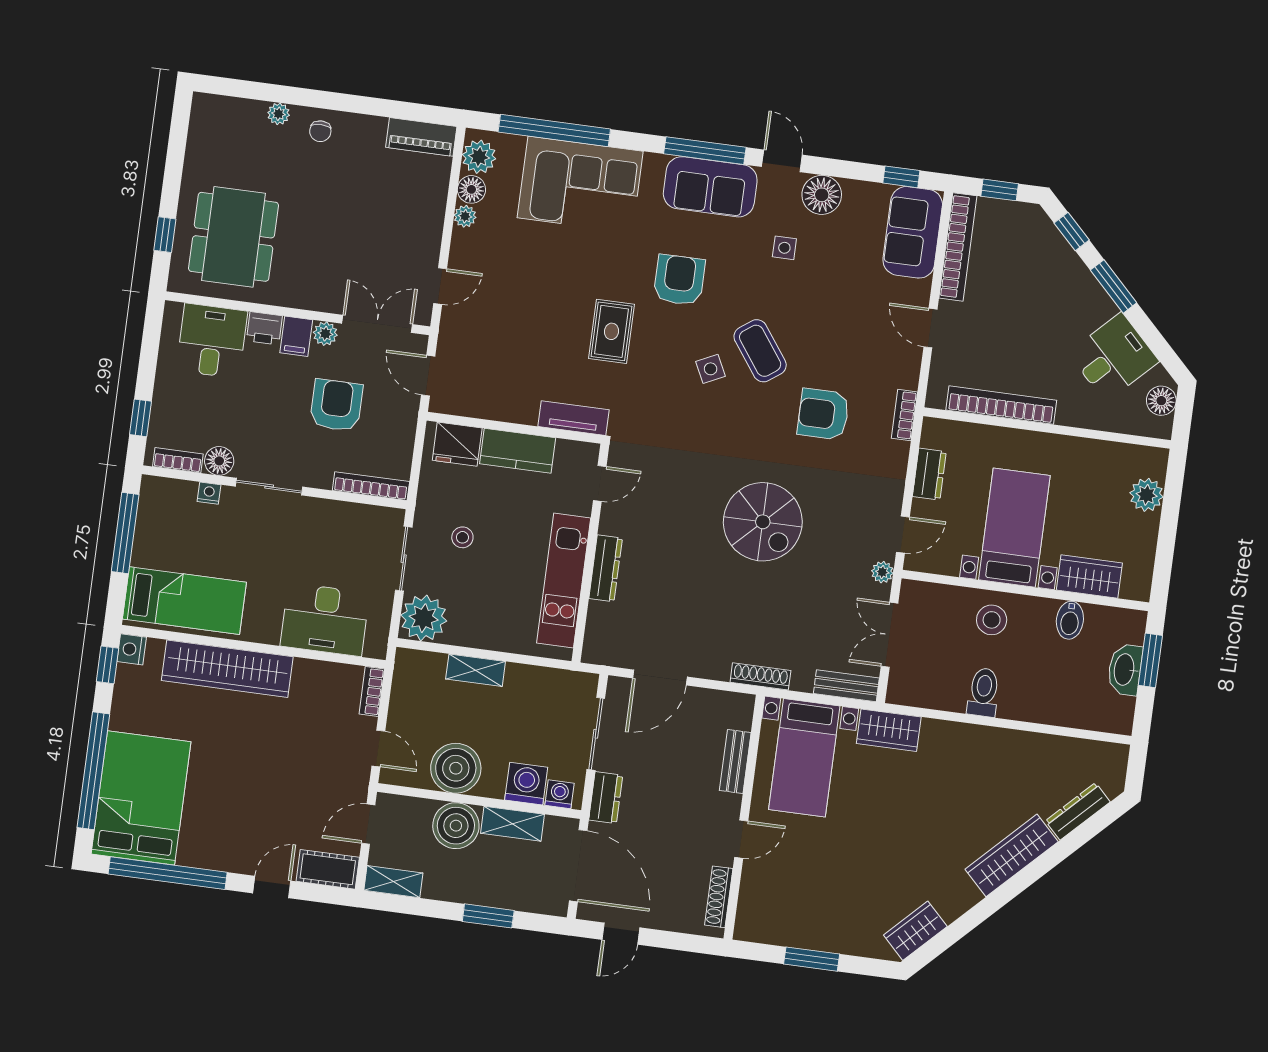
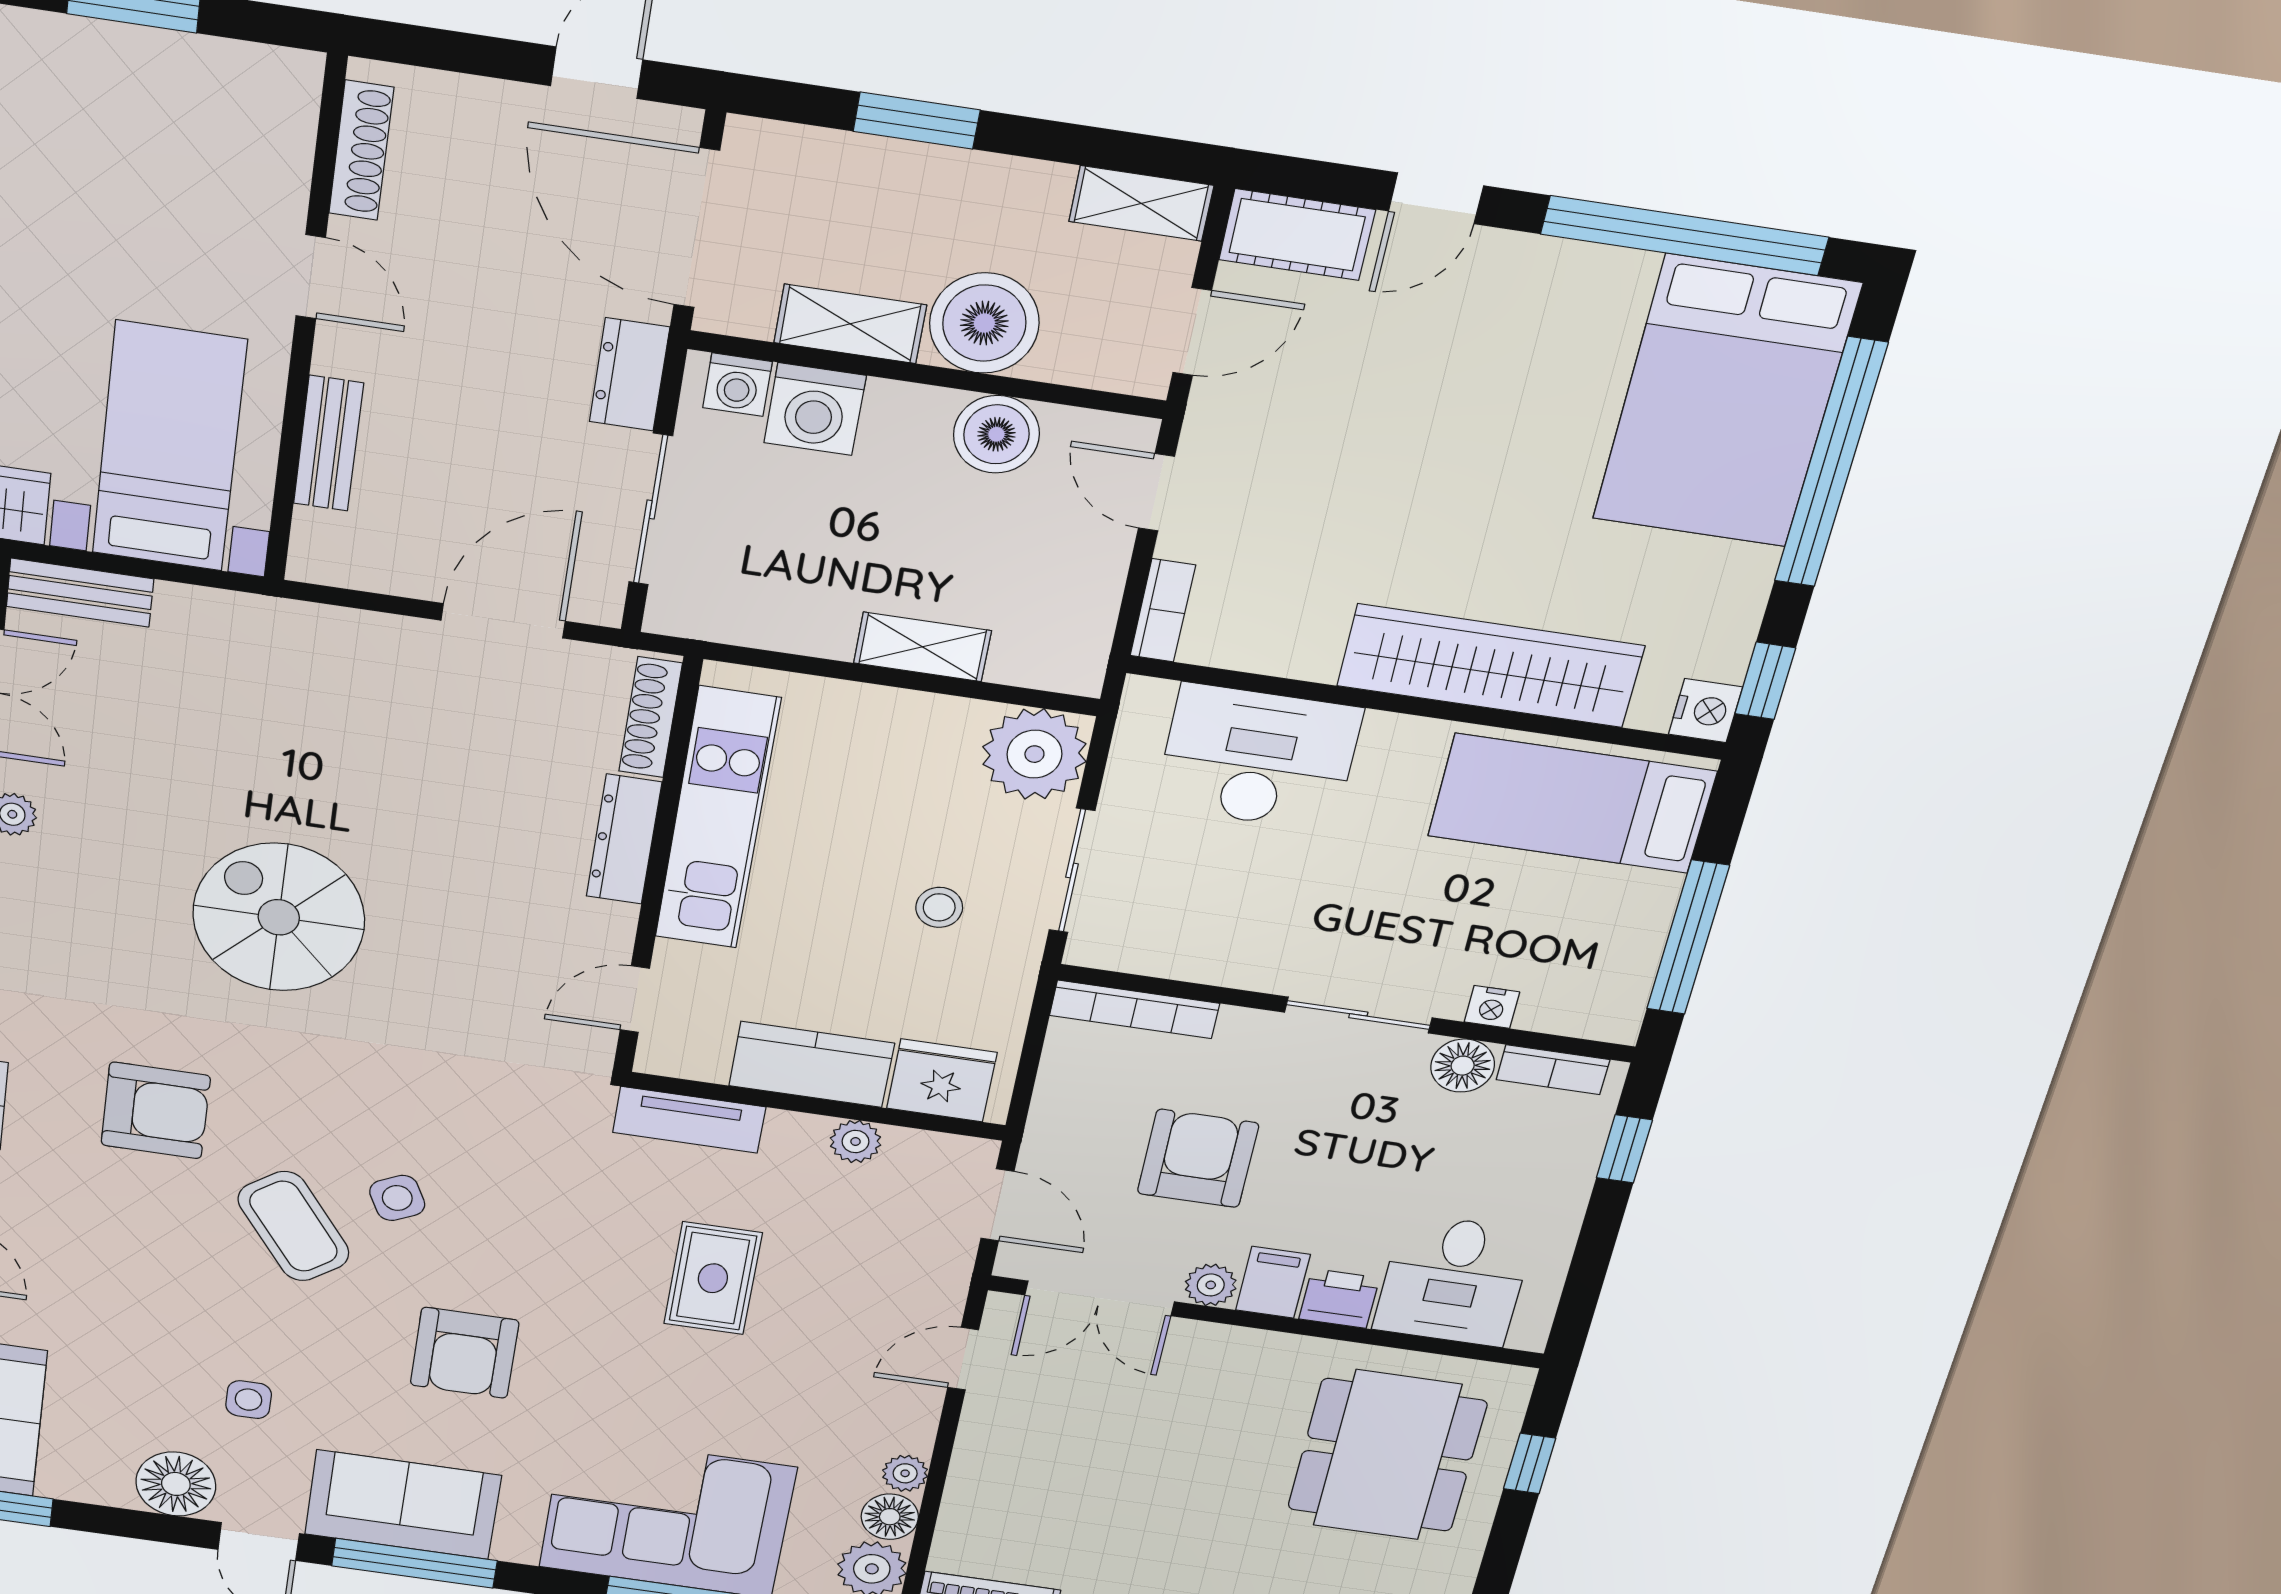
rug: (611, 331) -> (713, 1278), moved
armchair: (336, 405) -> (1198, 1158), turned 180
plant: (496, 409) -> (855, 1142), added
shoe rack: (760, 676) -> (650, 717), moved, turned 90
boiler: (456, 768) -> (996, 434), width x0.73, depth x0.73
door: (741, 839) -> (311, 277), swing flipped

